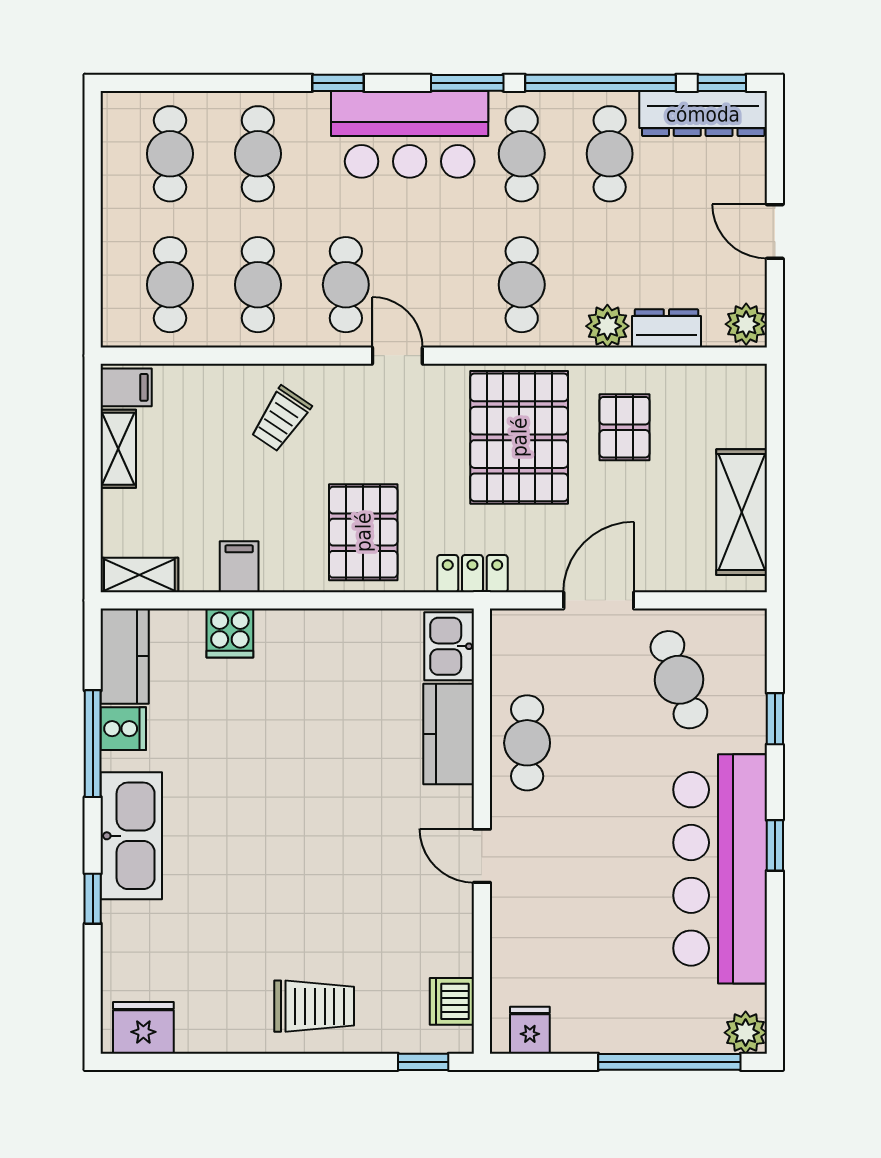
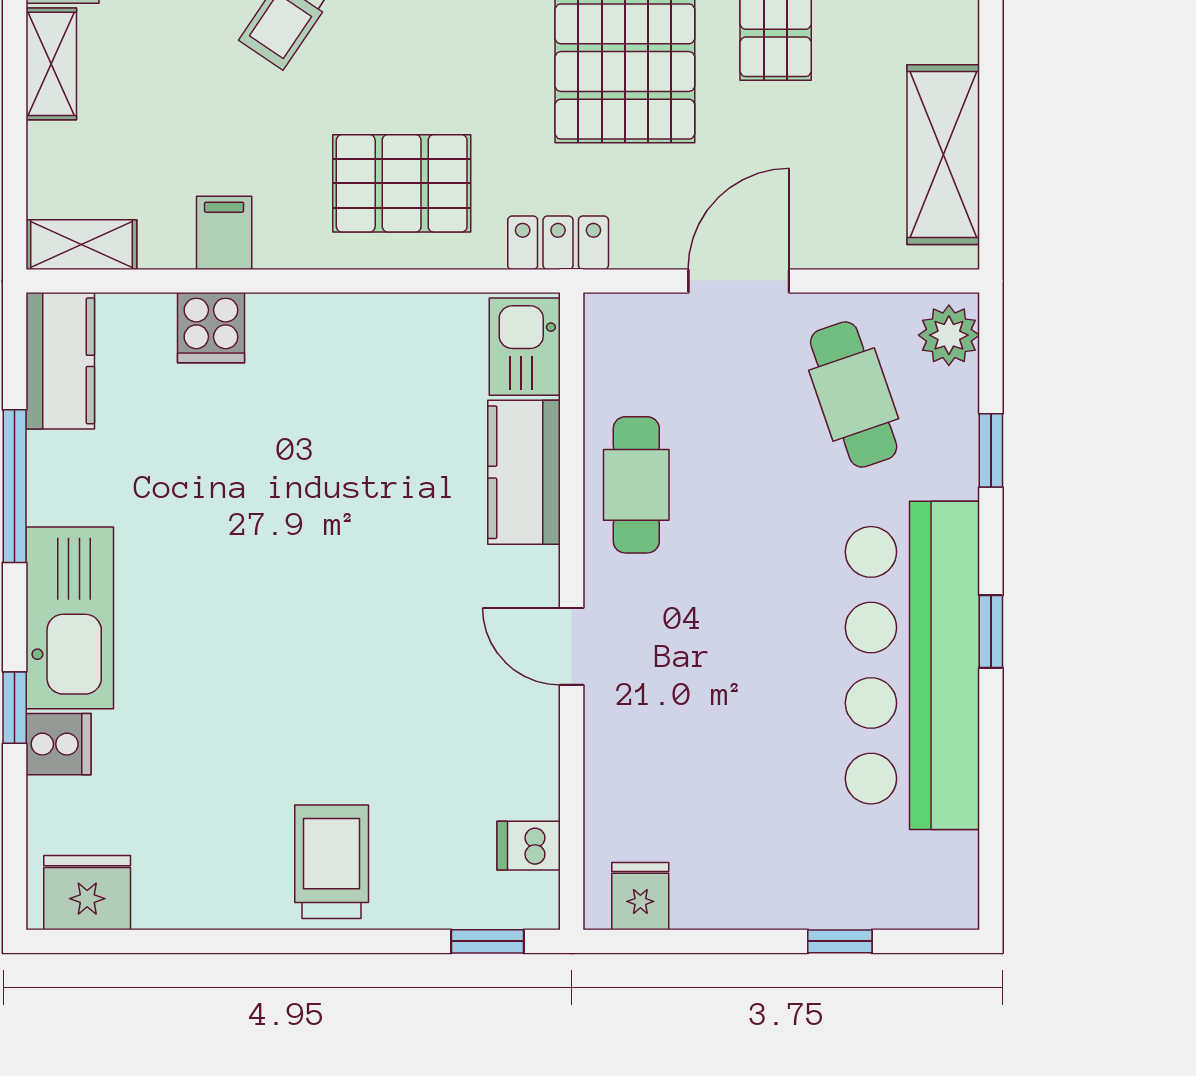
pallet: (363, 532) -> (402, 183), turned 90
cooker: (123, 729) -> (58, 744), moved
dishwasher: (452, 1001) -> (529, 846), width x0.73
trolley: (314, 1006) -> (332, 862), turned -90
plant: (746, 1033) -> (949, 335), moved
window: (669, 1062) -> (840, 941), width x0.32

